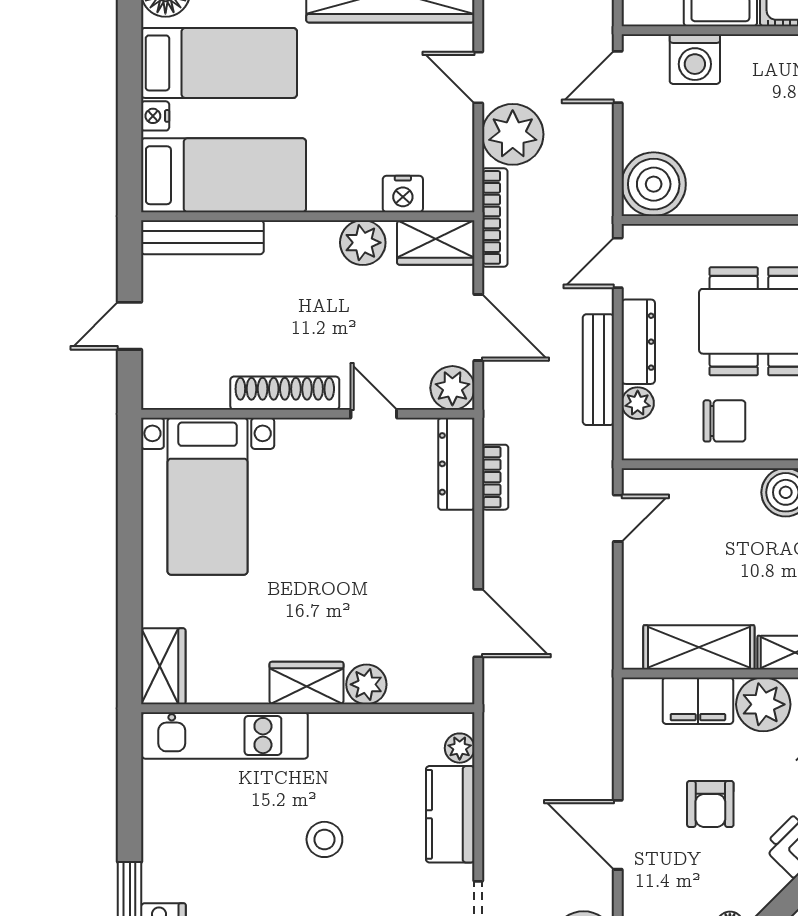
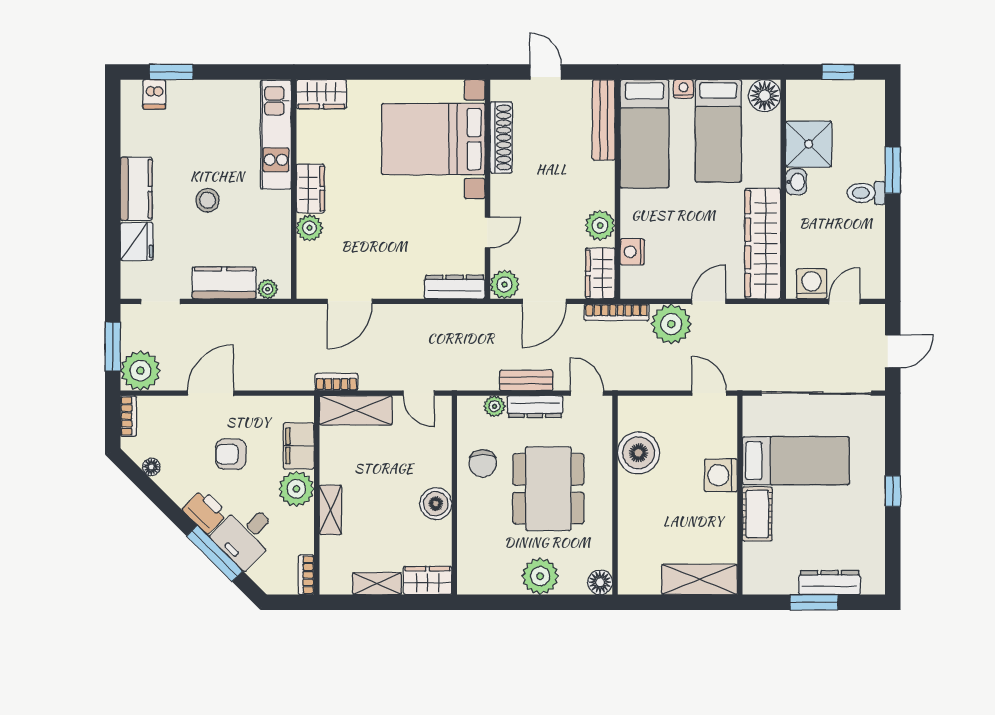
washing machine: (695, 59) -> (721, 475), moved
boiler: (654, 184) -> (639, 453), moved
bench: (598, 370) -> (526, 380), width x0.73
shoe rack: (285, 393) -> (501, 137), moved
bookcase: (495, 477) -> (336, 382), moved, turned 180
bed with nightstands: (208, 496) -> (433, 139), width x1.36
shelving: (699, 647) -> (356, 410), moved, turned 90

